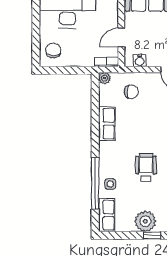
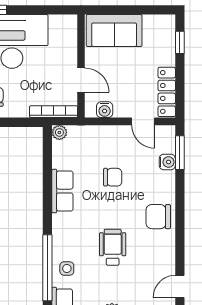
door: (121, 37) -> (81, 80), swing flipped
bookcase: (107, 62) -> (54, 112), width x1.56
chair: (131, 92) -> (113, 177), moved

